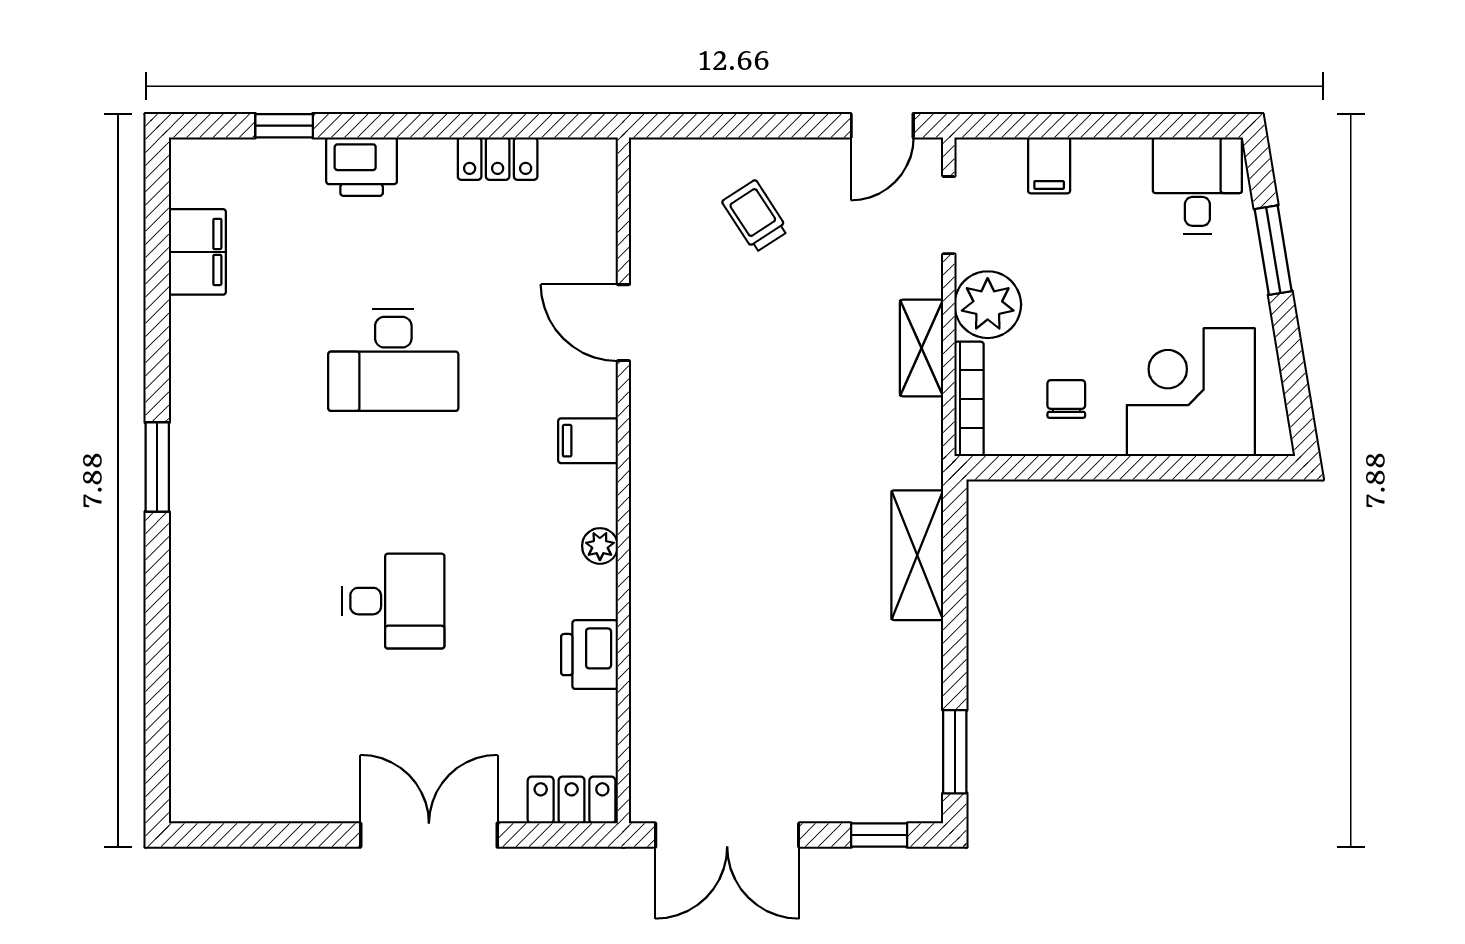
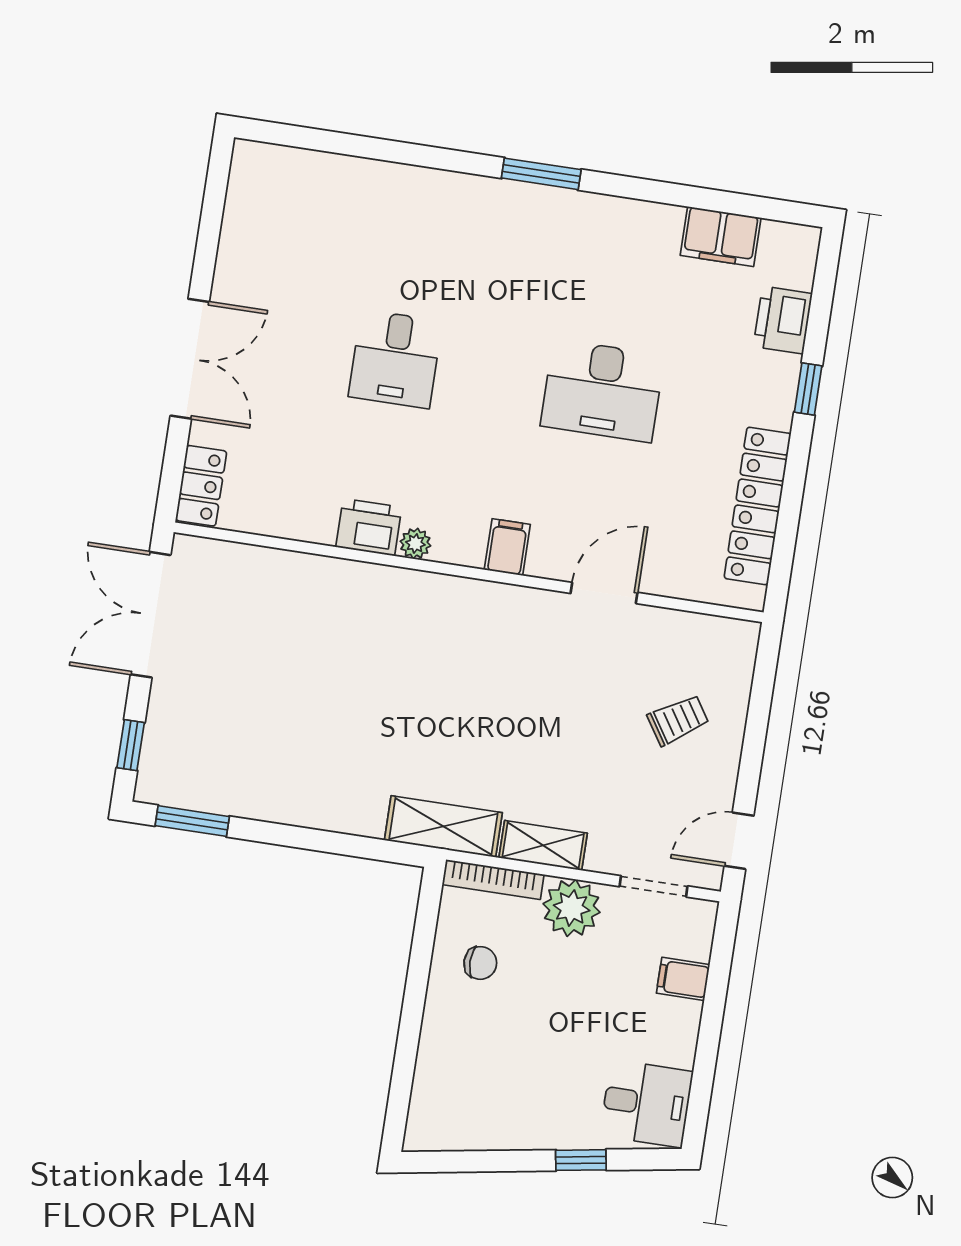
window: (284, 126) -> (808, 389), moved
door: (882, 126) -> (739, 841), hinge flipped
locker: (498, 159) -> (757, 506), width x2.16, depth x1.21
printer: (362, 167) -> (783, 320), moved
window: (1273, 250) -> (581, 1160), width x0.67
desk: (393, 360) -> (602, 391), turned -90
corner desk: (1191, 392) -> (470, 1071), removed
shelving: (917, 555) -> (443, 826), moved
printer: (589, 655) -> (369, 527), moved

